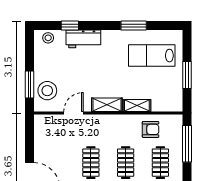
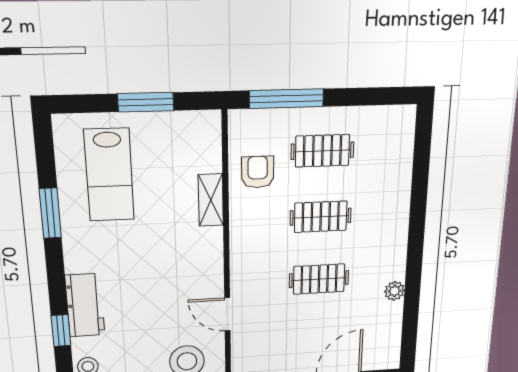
shelving: (107, 105) -> (211, 256), removed

